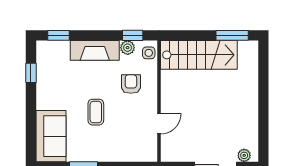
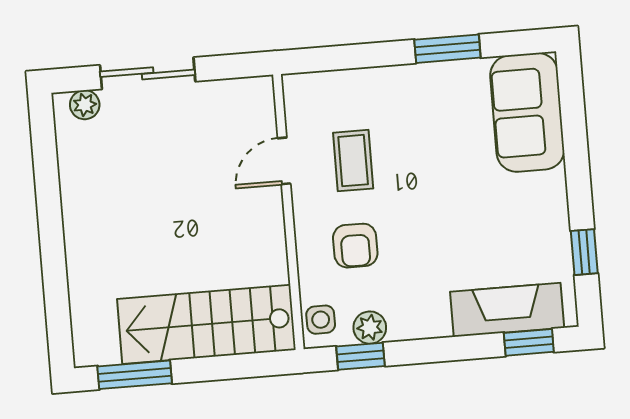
fireplace: (95, 50) -> (507, 310), moved
coffee table: (96, 112) -> (353, 161), moved

